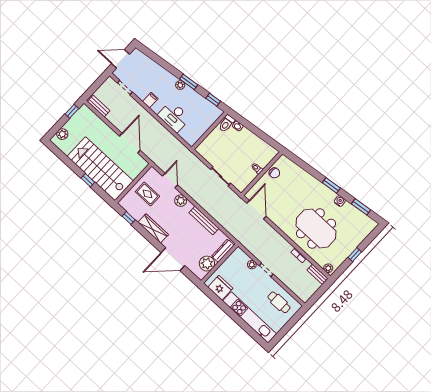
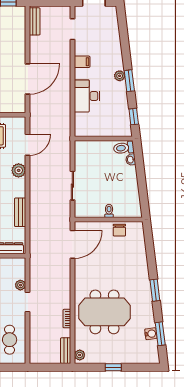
water cooler: (340, 201) -> (151, 334), moved
bench: (204, 220) -> (20, 212), width x0.73
meeting table: (316, 228) -> (105, 312), turned 90

